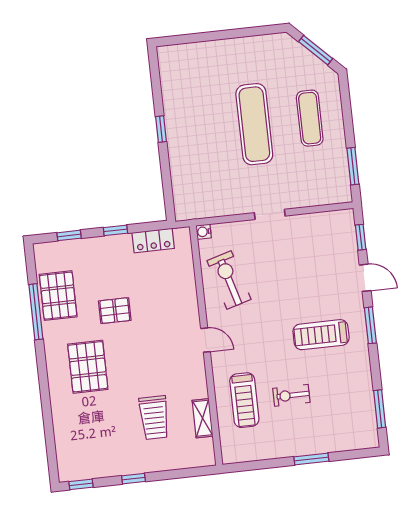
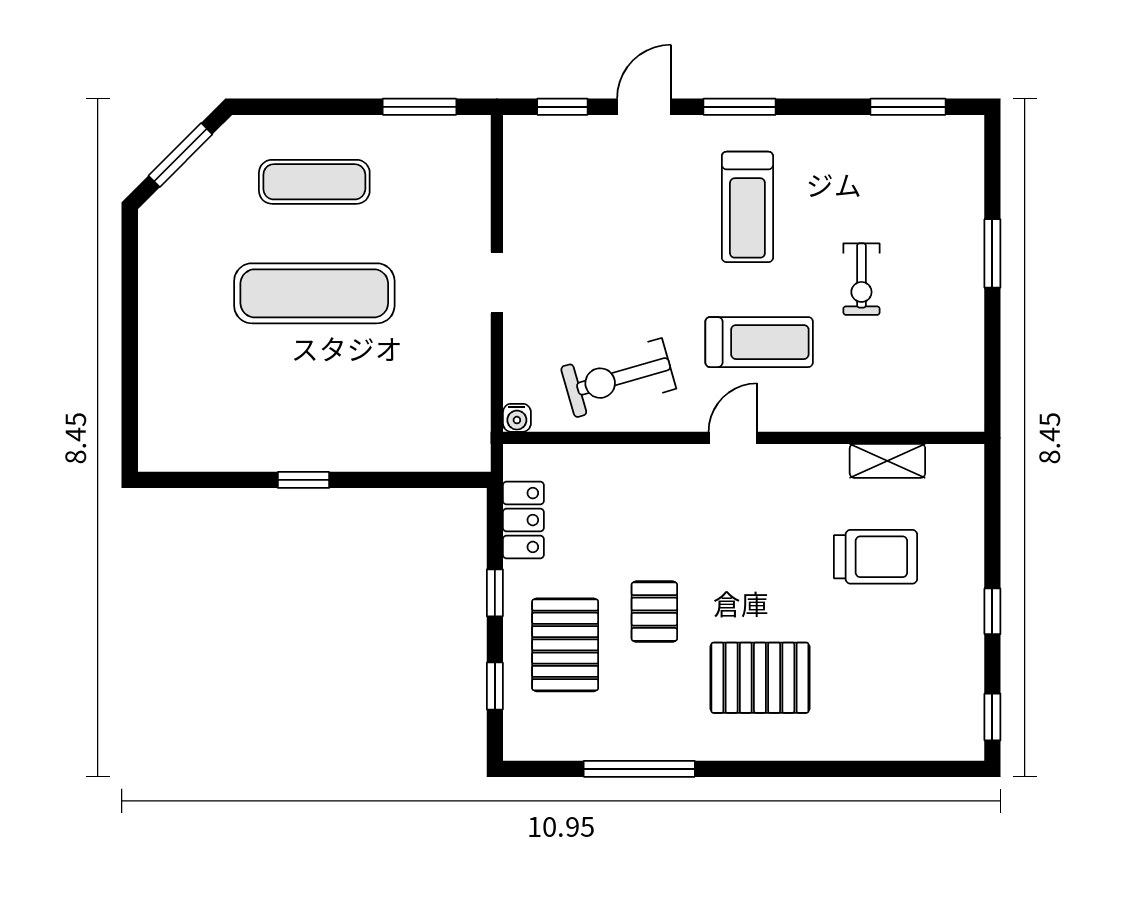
pallet: (58, 296) -> (565, 645), moved, turned 90
treadmill: (244, 400) -> (759, 342), moved

